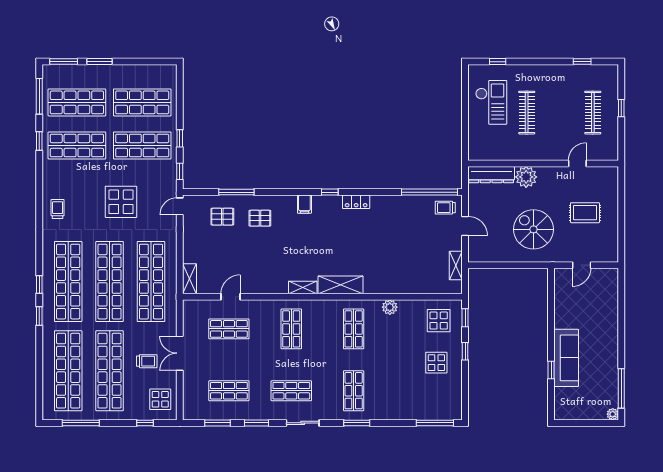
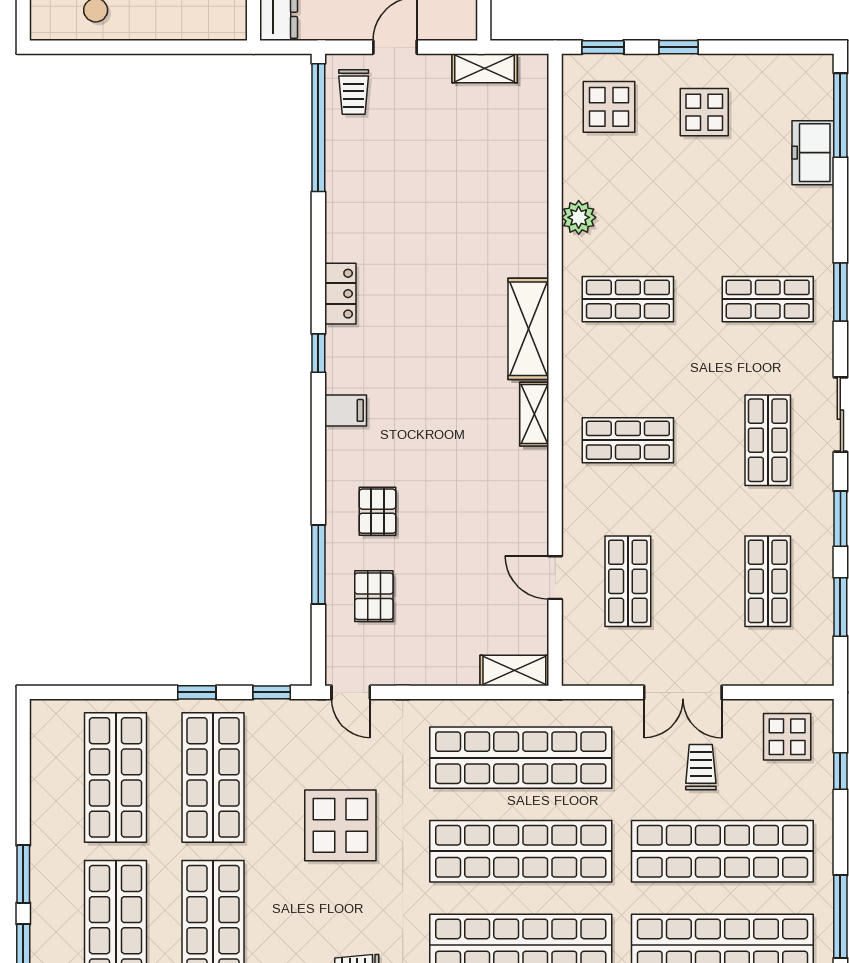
freezer: (418, 411) -> (813, 153), added

